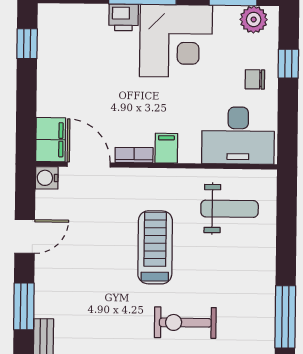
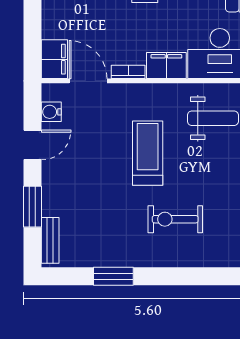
filing cabinet: (166, 148) -> (166, 65), width x2.00
water cooler: (47, 178) -> (51, 112), moved

